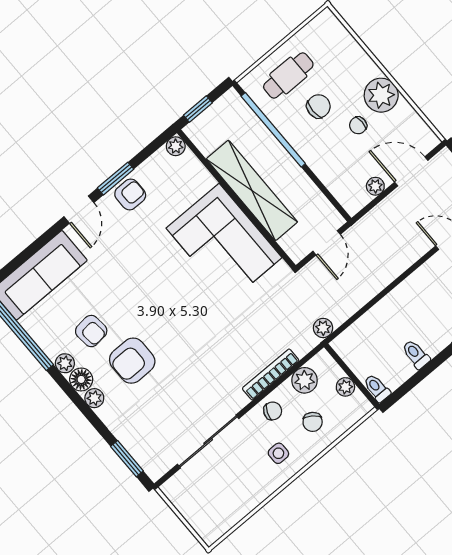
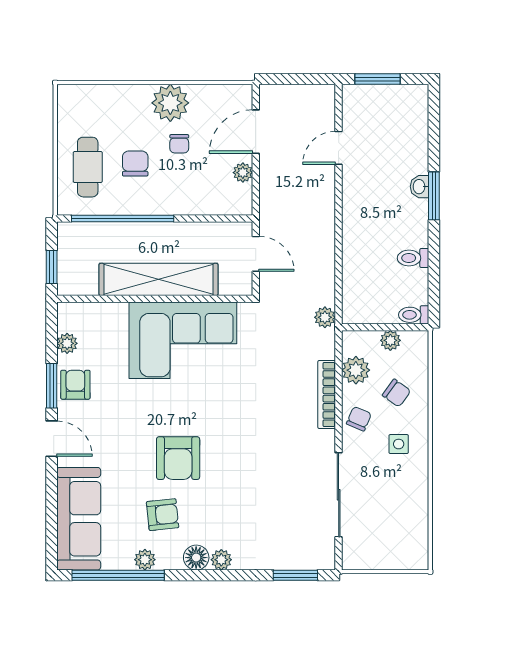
plant: (176, 146) -> (67, 343), moved
armchair: (132, 361) -> (178, 458), moved
plant: (65, 363) -> (145, 560), moved

